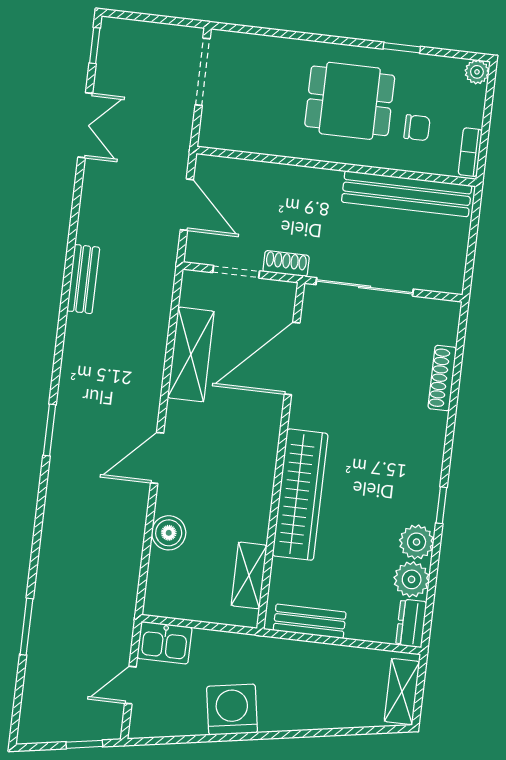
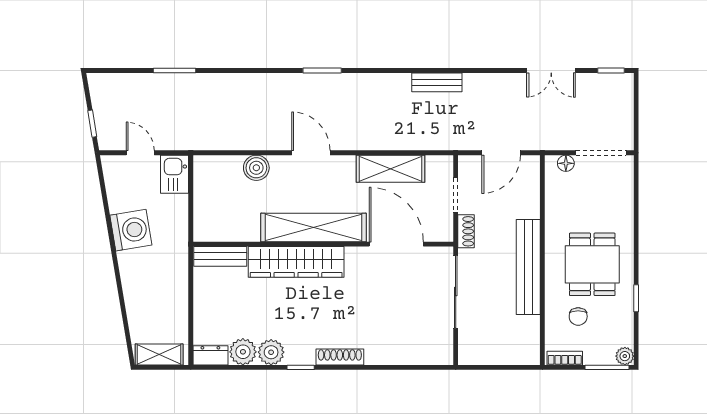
window: (489, 97) -> (607, 367), added
floor lamp: (211, 120) -> (566, 163), added
bench: (407, 194) -> (528, 267), moved
shoe rack: (442, 378) -> (340, 357), moved
shelving: (249, 575) -> (313, 227), moved, width x2.20, depth x1.33
bench: (310, 621) -> (220, 256), moved, turned 90

